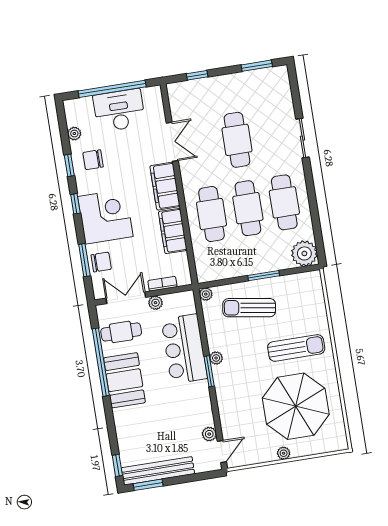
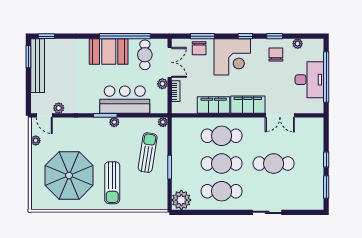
window: (197, 75) -> (326, 160), moved
plant: (284, 453) -> (36, 141), moved

